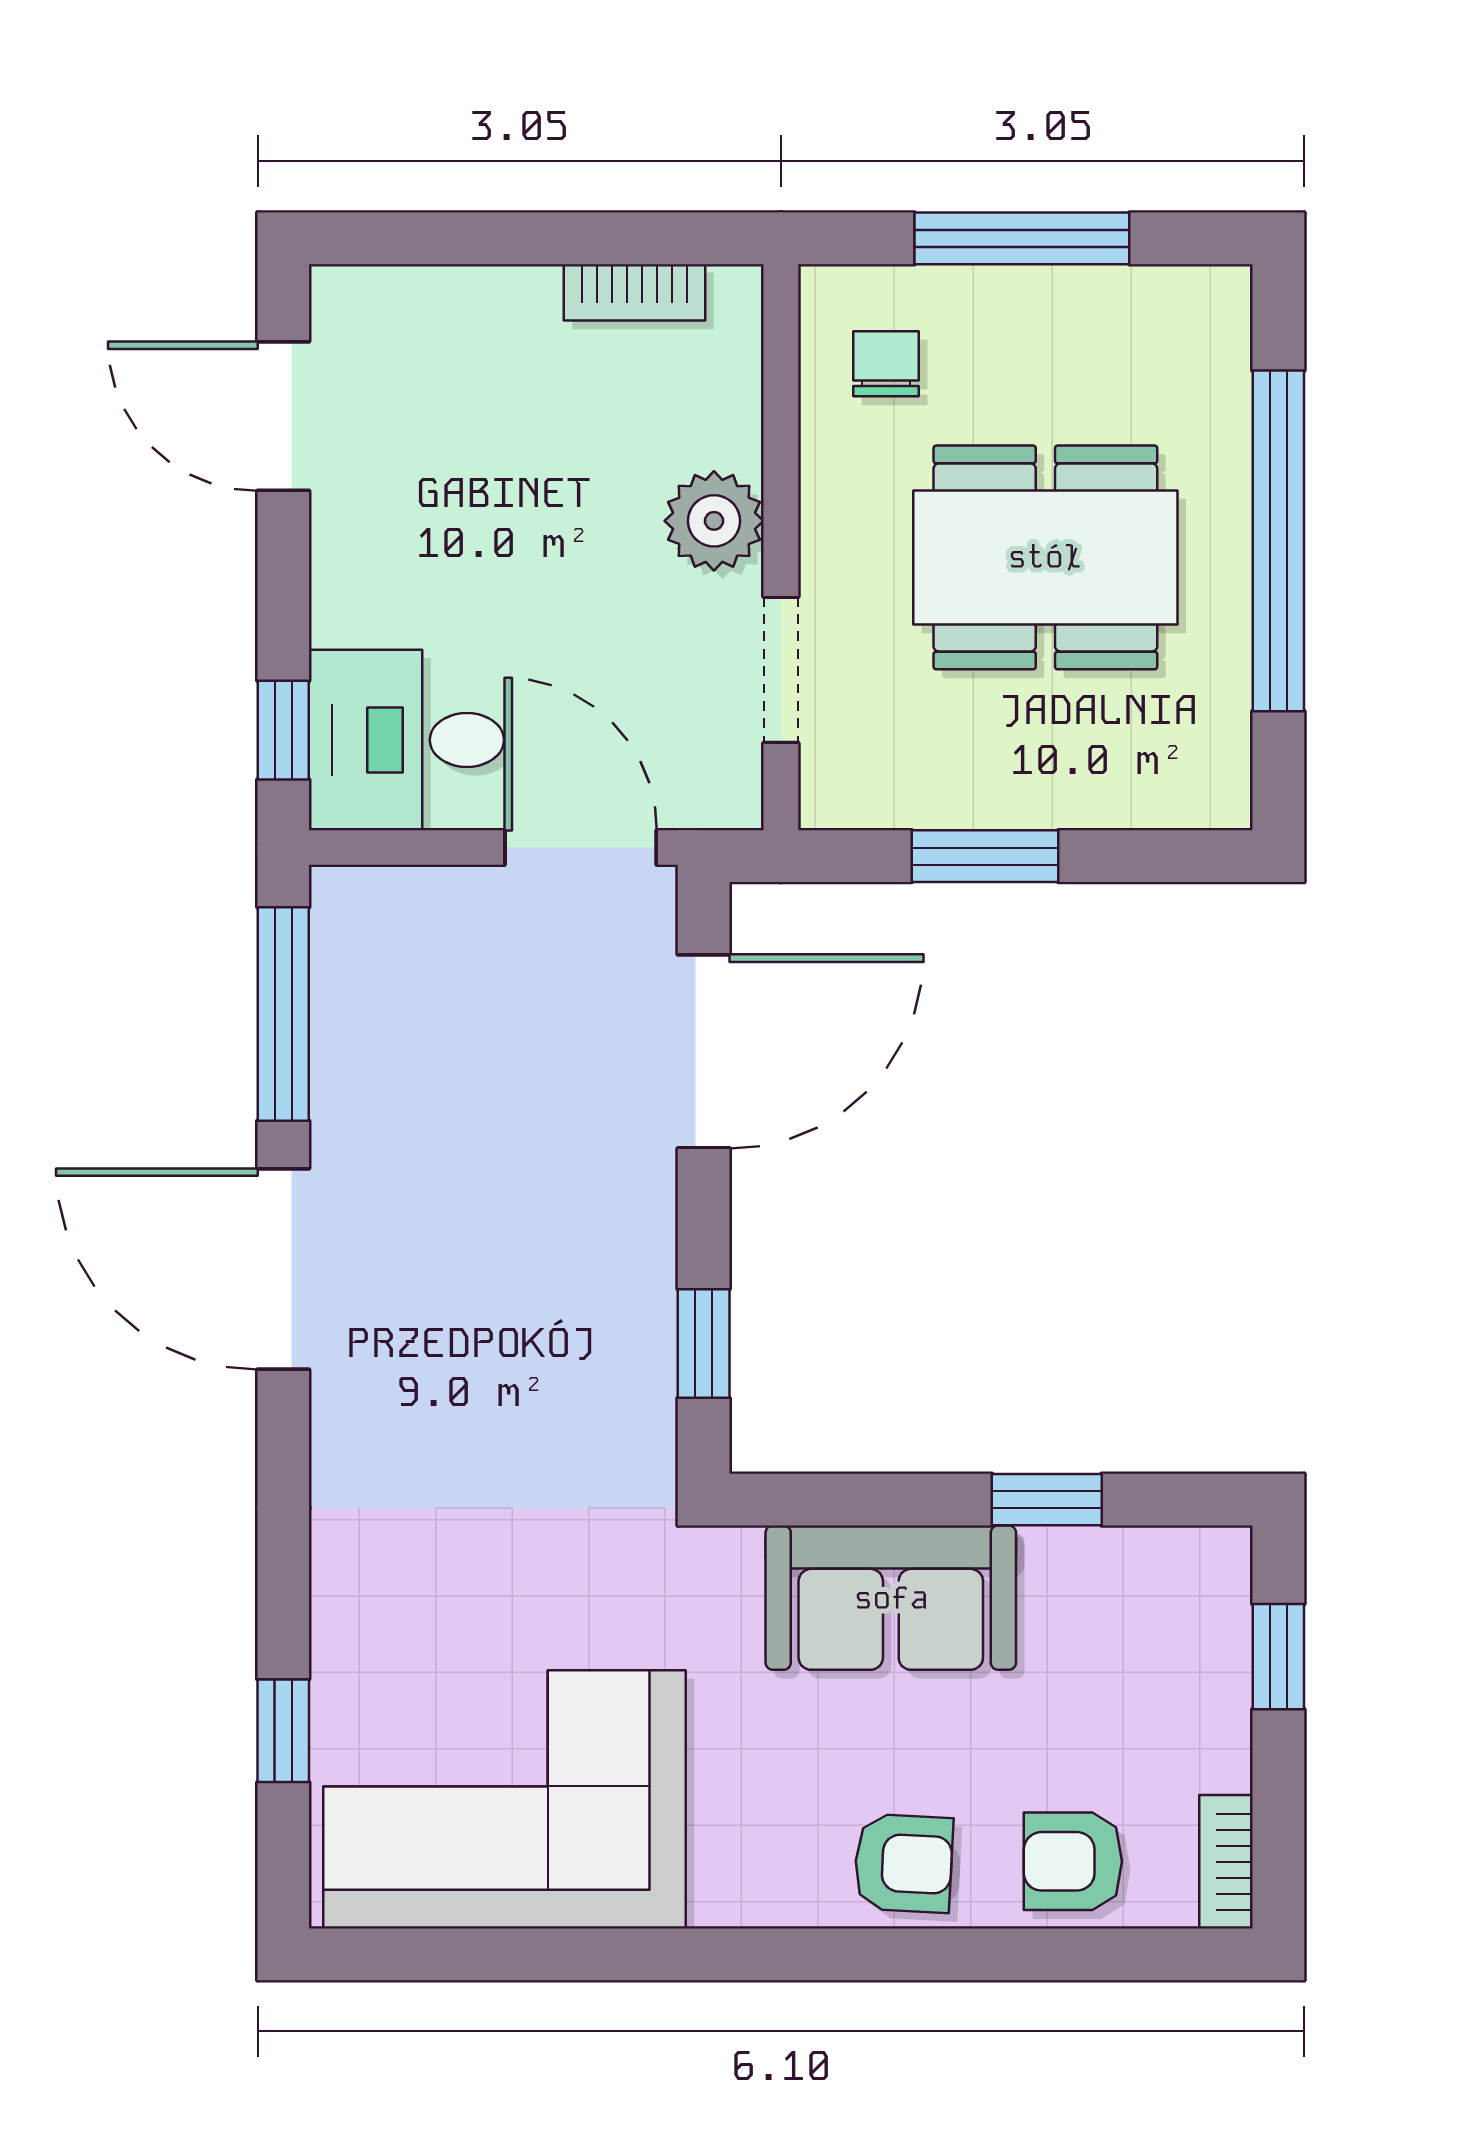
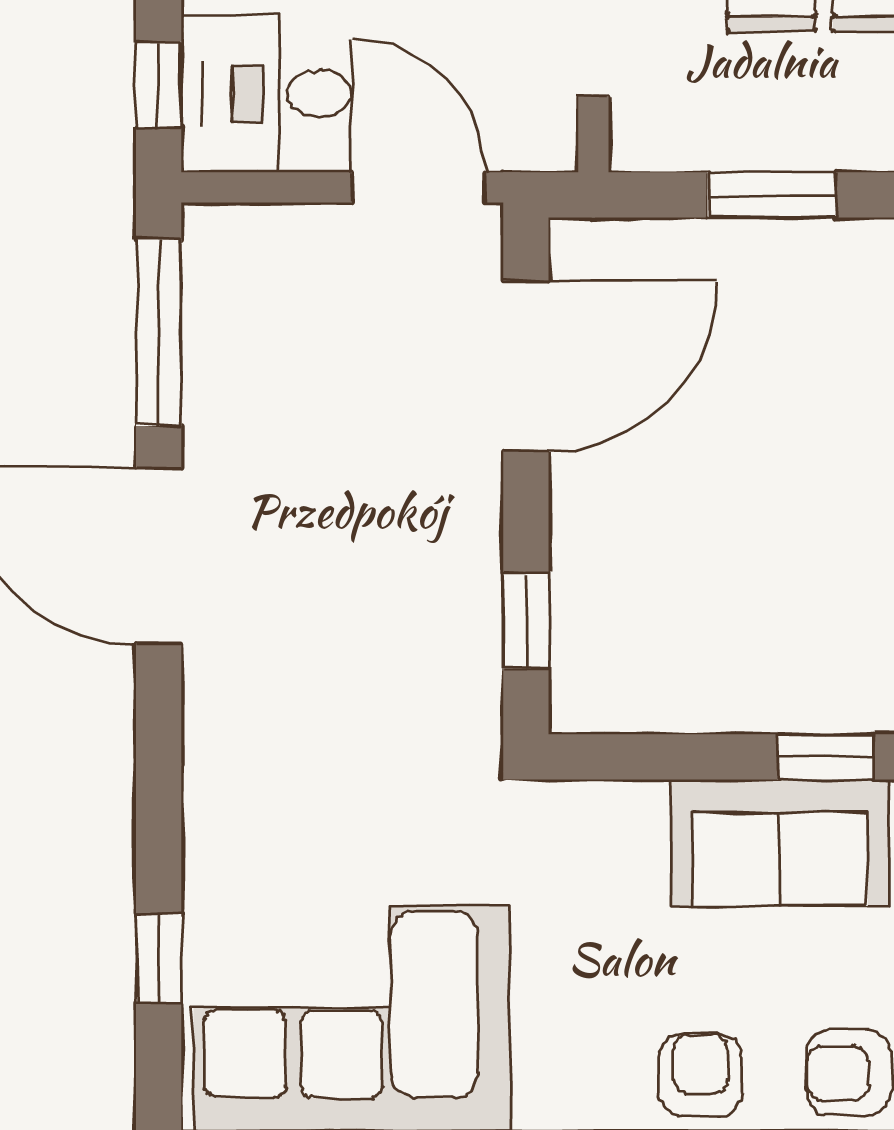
sofa: (891, 1598) -> (780, 843), moved
armchair: (904, 1863) -> (700, 1075), turned -93

